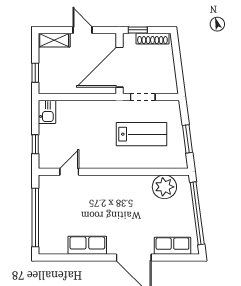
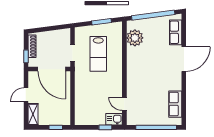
kitchen sink: (47, 112) -> (114, 119), moved
lab bench: (141, 134) -> (98, 54), turned 180
row of seats: (87, 245) -> (175, 104), moved

